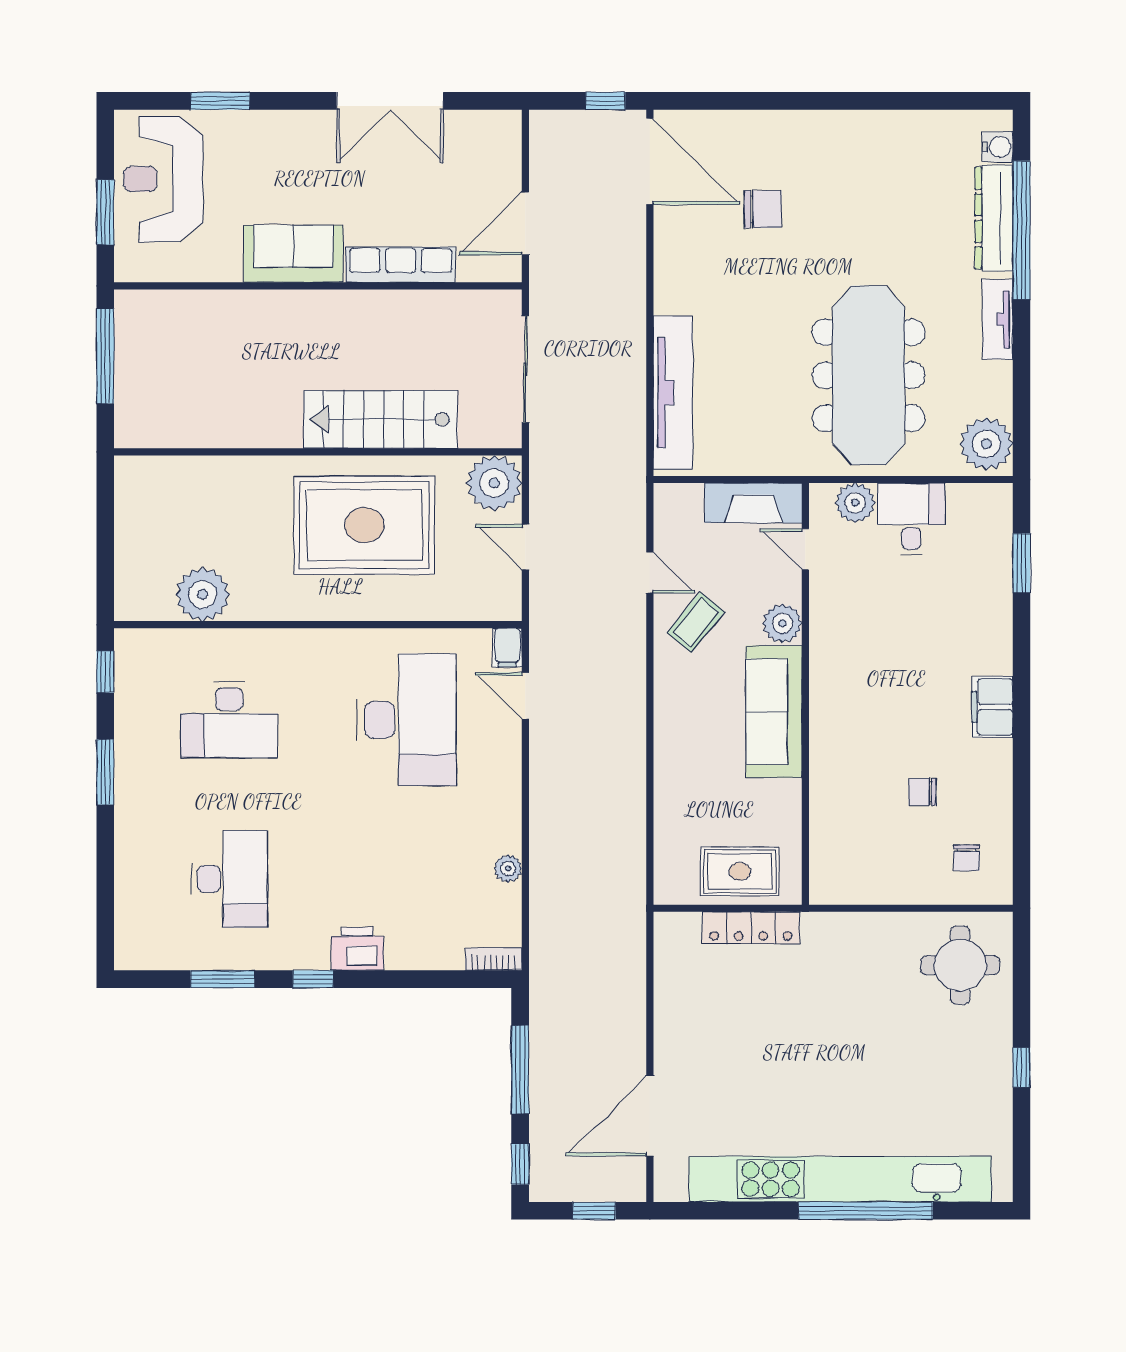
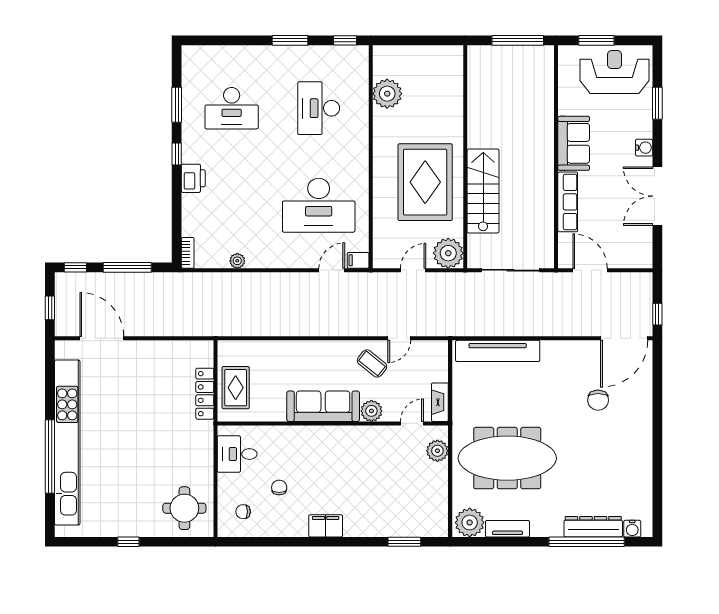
water cooler: (301, 125) -> (644, 148), added
tv unit: (998, 319) -> (508, 529), moved
fireplace: (753, 503) -> (440, 402), width x0.73, depth x0.76
desk: (911, 519) -> (237, 454), moved, turned 180

